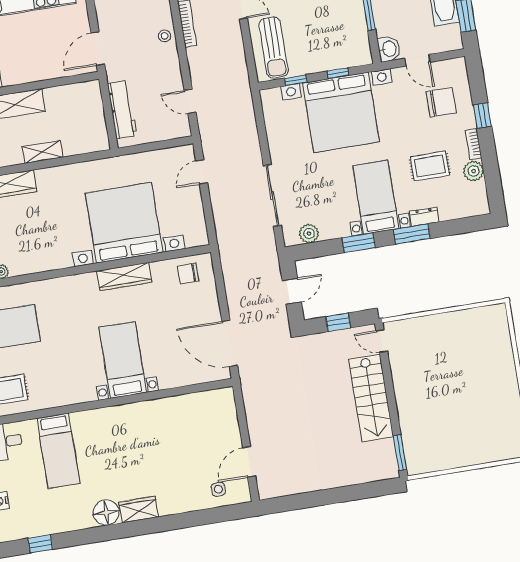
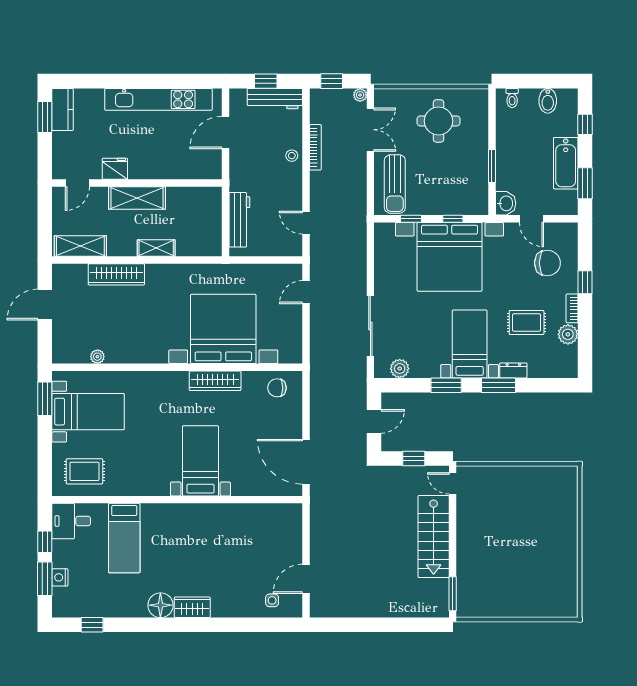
door: (98, 49) -> (225, 133), moved

